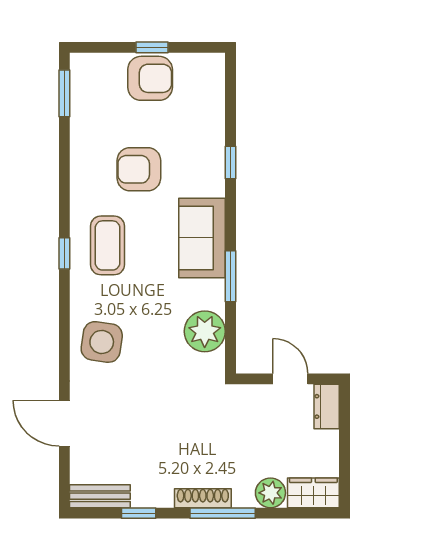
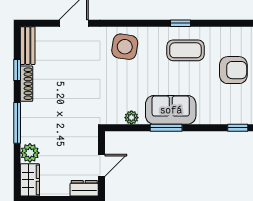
armchair: (139, 169) -> (233, 70), turned 90
sofa: (202, 238) -> (171, 110), moved
plant: (205, 331) -> (131, 118), width x0.53, depth x0.53
shoe rack: (203, 498) -> (26, 84), moved

